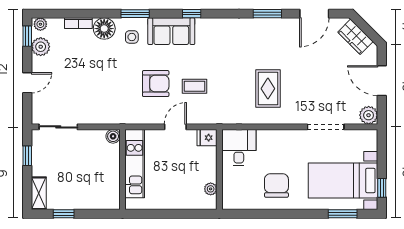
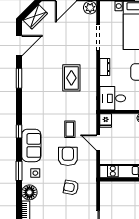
door: (314, 14) -> (19, 46), hinge flipped
armchair: (111, 88) -> (71, 188), added
rug: (268, 89) -> (71, 78), turned 90
boiler: (113, 136) -> (105, 186), removed
dresser: (283, 136) -> (105, 67), added

